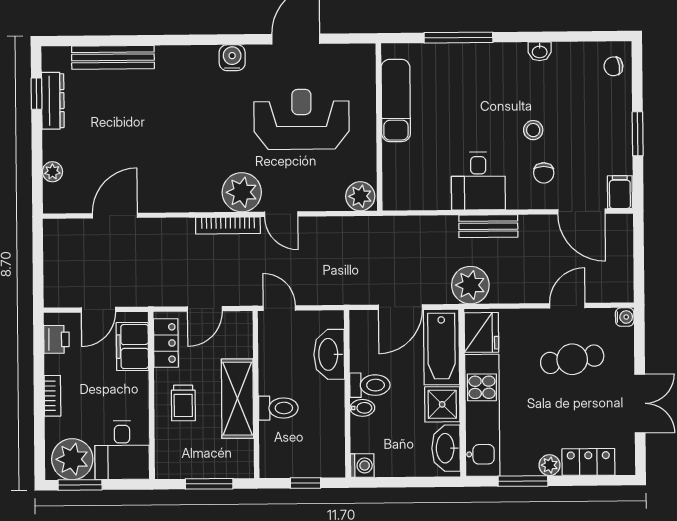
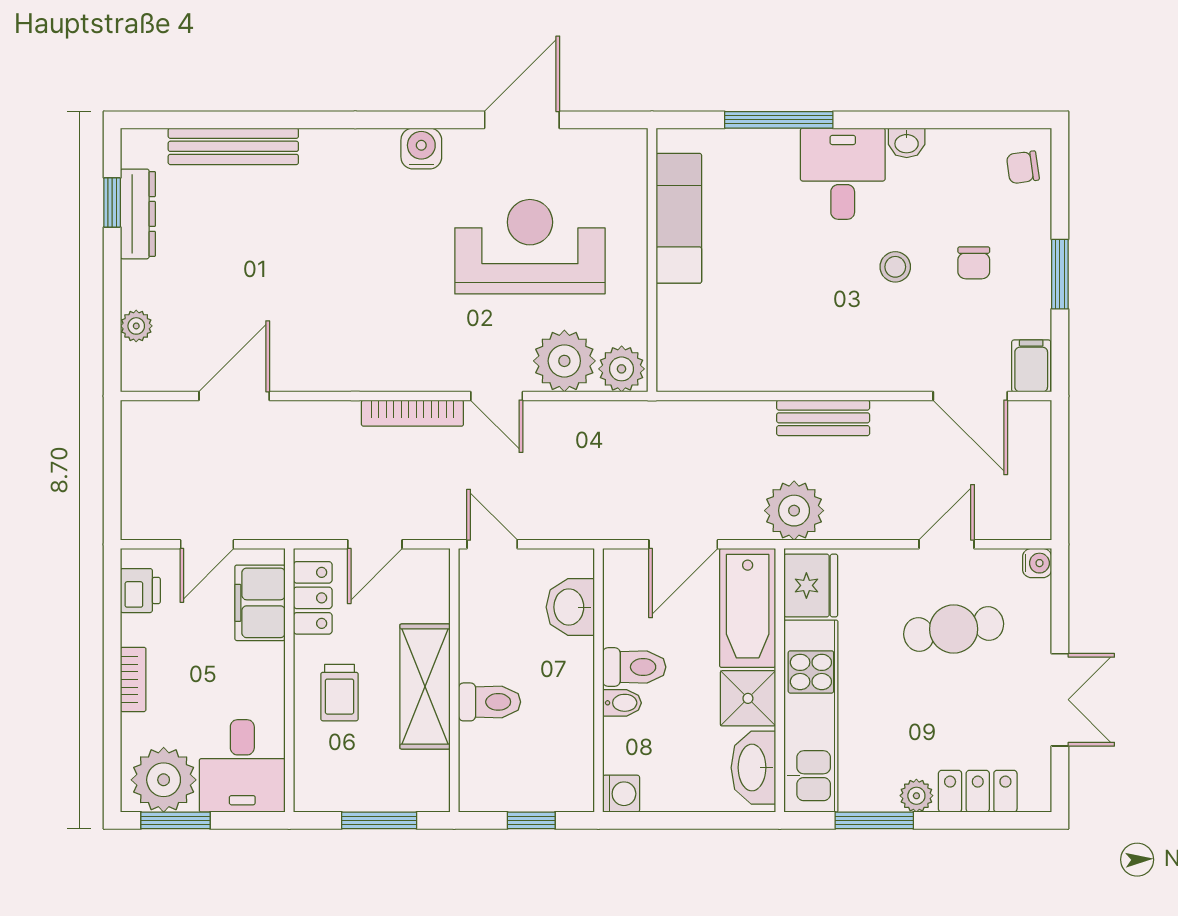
chair: (544, 173) -> (974, 263), moved
desk: (478, 181) -> (843, 174), moved, turned 180
plant: (242, 192) -> (564, 361), moved
washbasin: (329, 354) -> (570, 607), width x0.72

